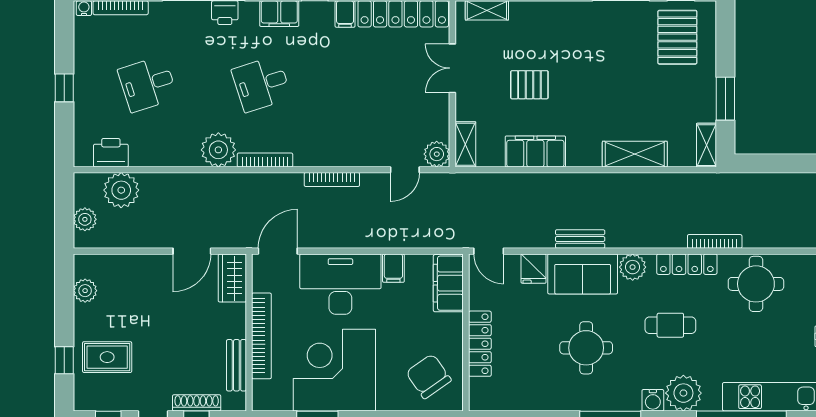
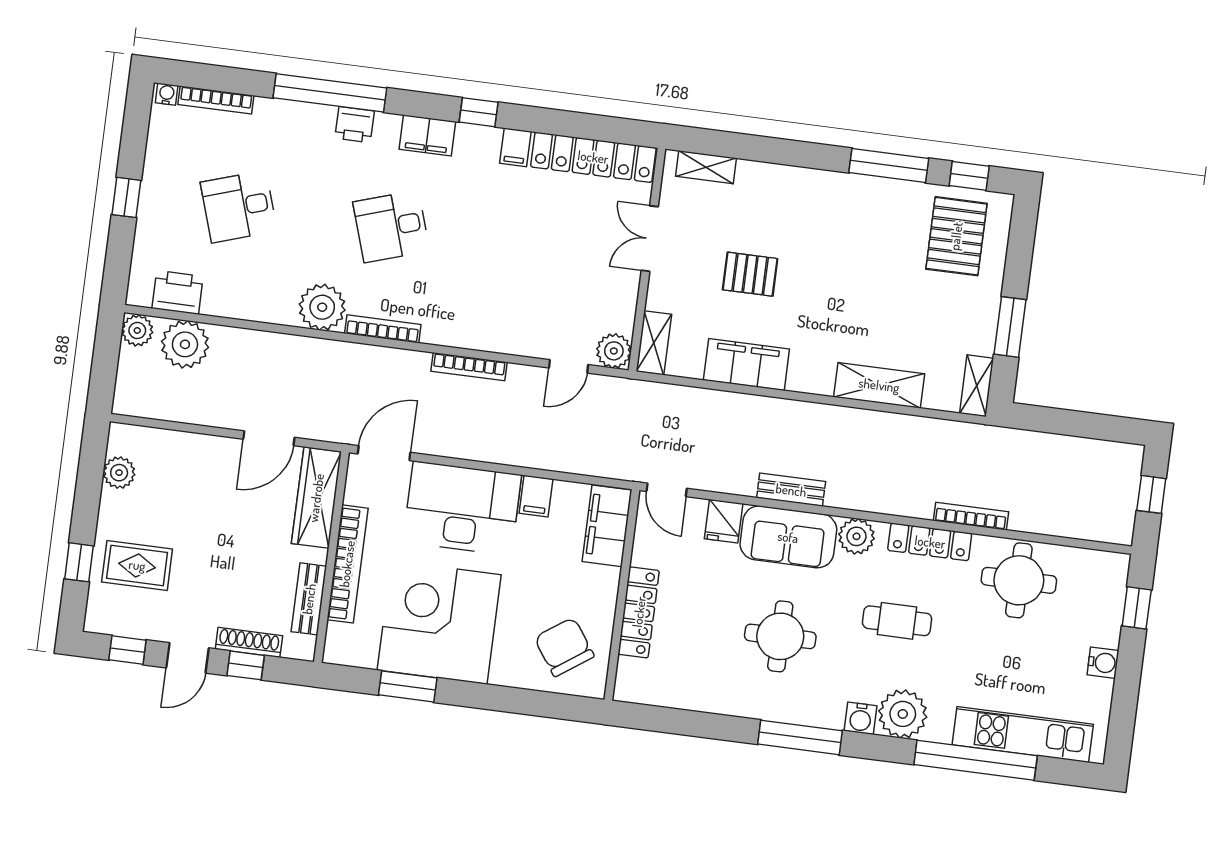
plant: (85, 219) -> (137, 330), moved
wardrobe: (232, 278) -> (316, 498), width x1.50

